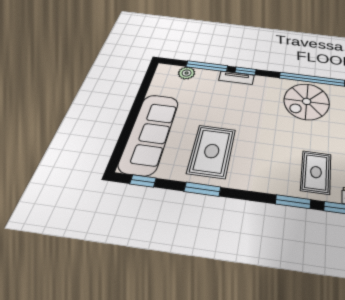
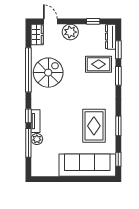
plant: (187, 73) -> (37, 139), moved
spiral stairs: (307, 101) -> (48, 73), turned -90
rug: (212, 151) -> (94, 126), turned 90

